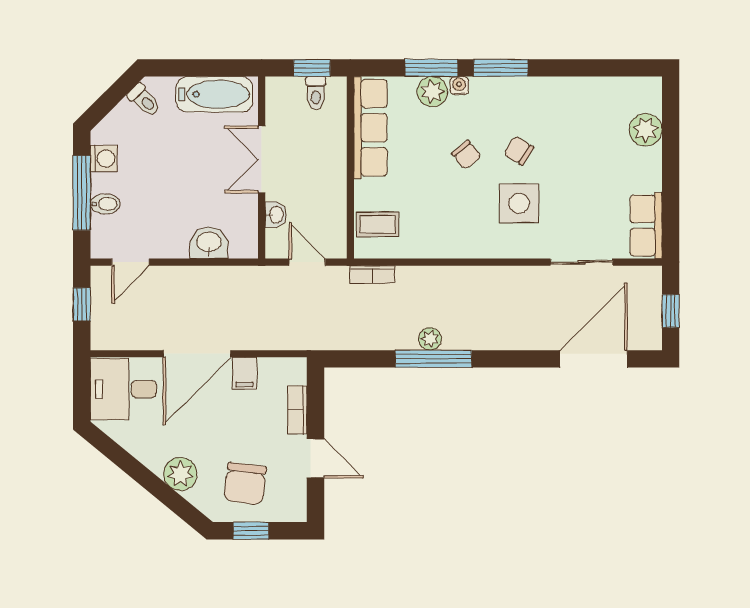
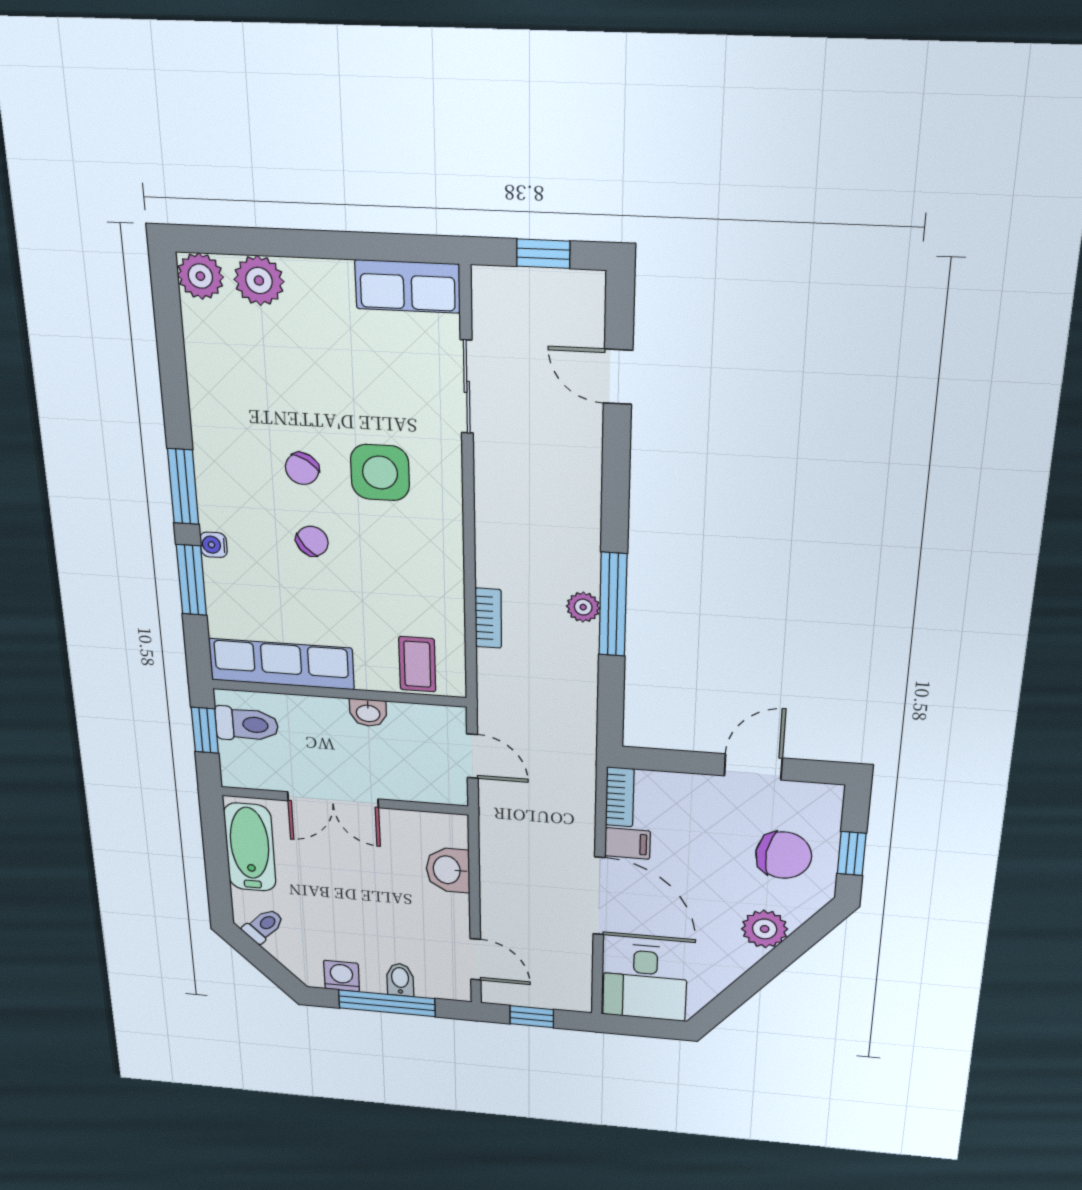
plant: (432, 92) -> (200, 276), moved
toilet: (316, 93) -> (247, 724), width x1.37, depth x1.39
washbasin: (276, 215) -> (368, 713), moved, turned 180
door: (307, 262) -> (472, 756), swing flipped
bookcase: (372, 274) -> (488, 618), moved
door: (594, 359) -> (618, 377), width x0.53
bookcase: (297, 410) -> (620, 797), moved, turned -90

